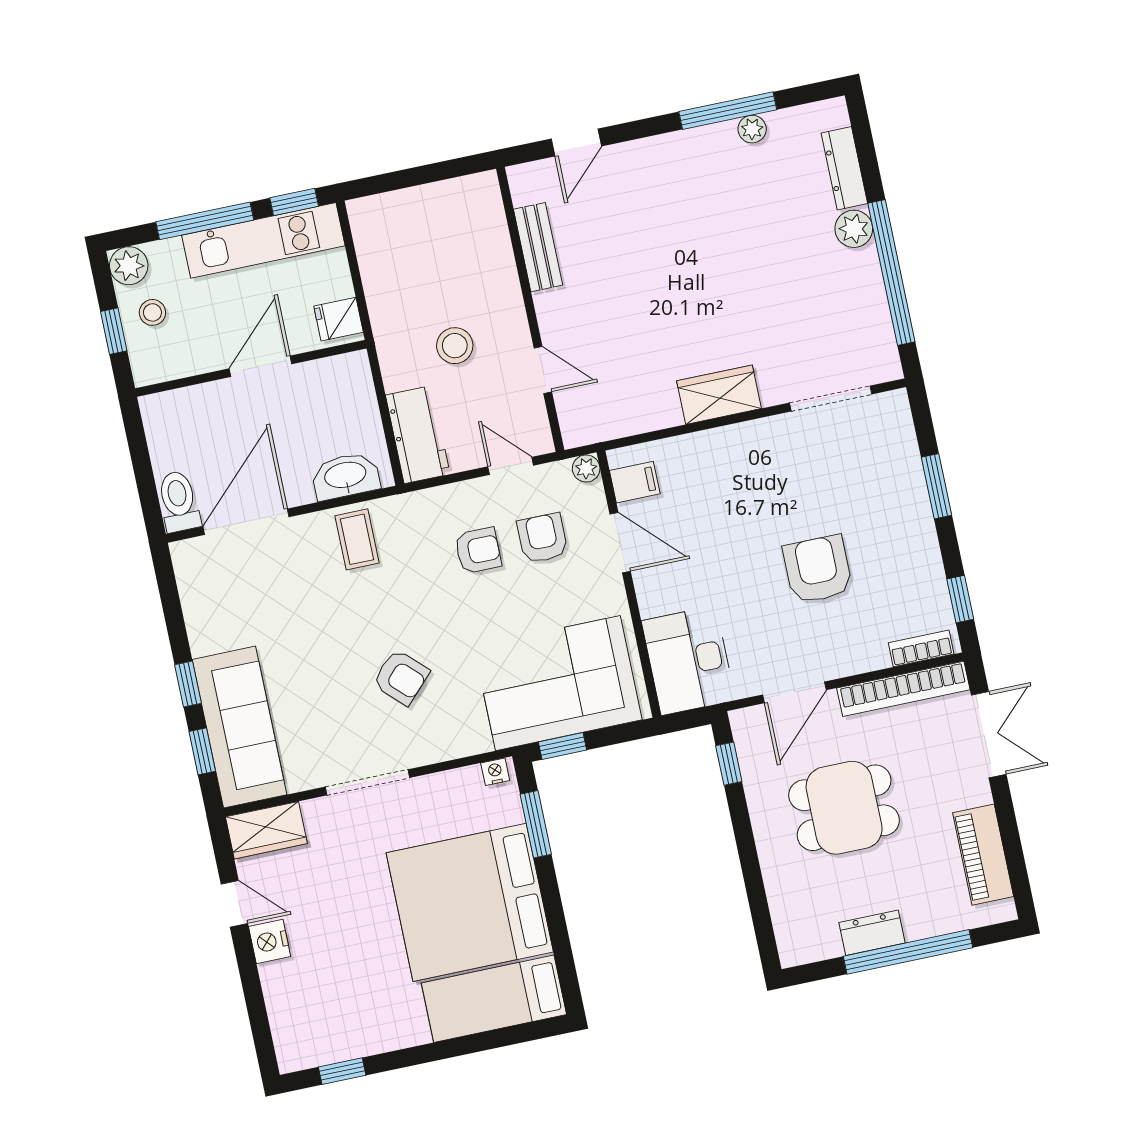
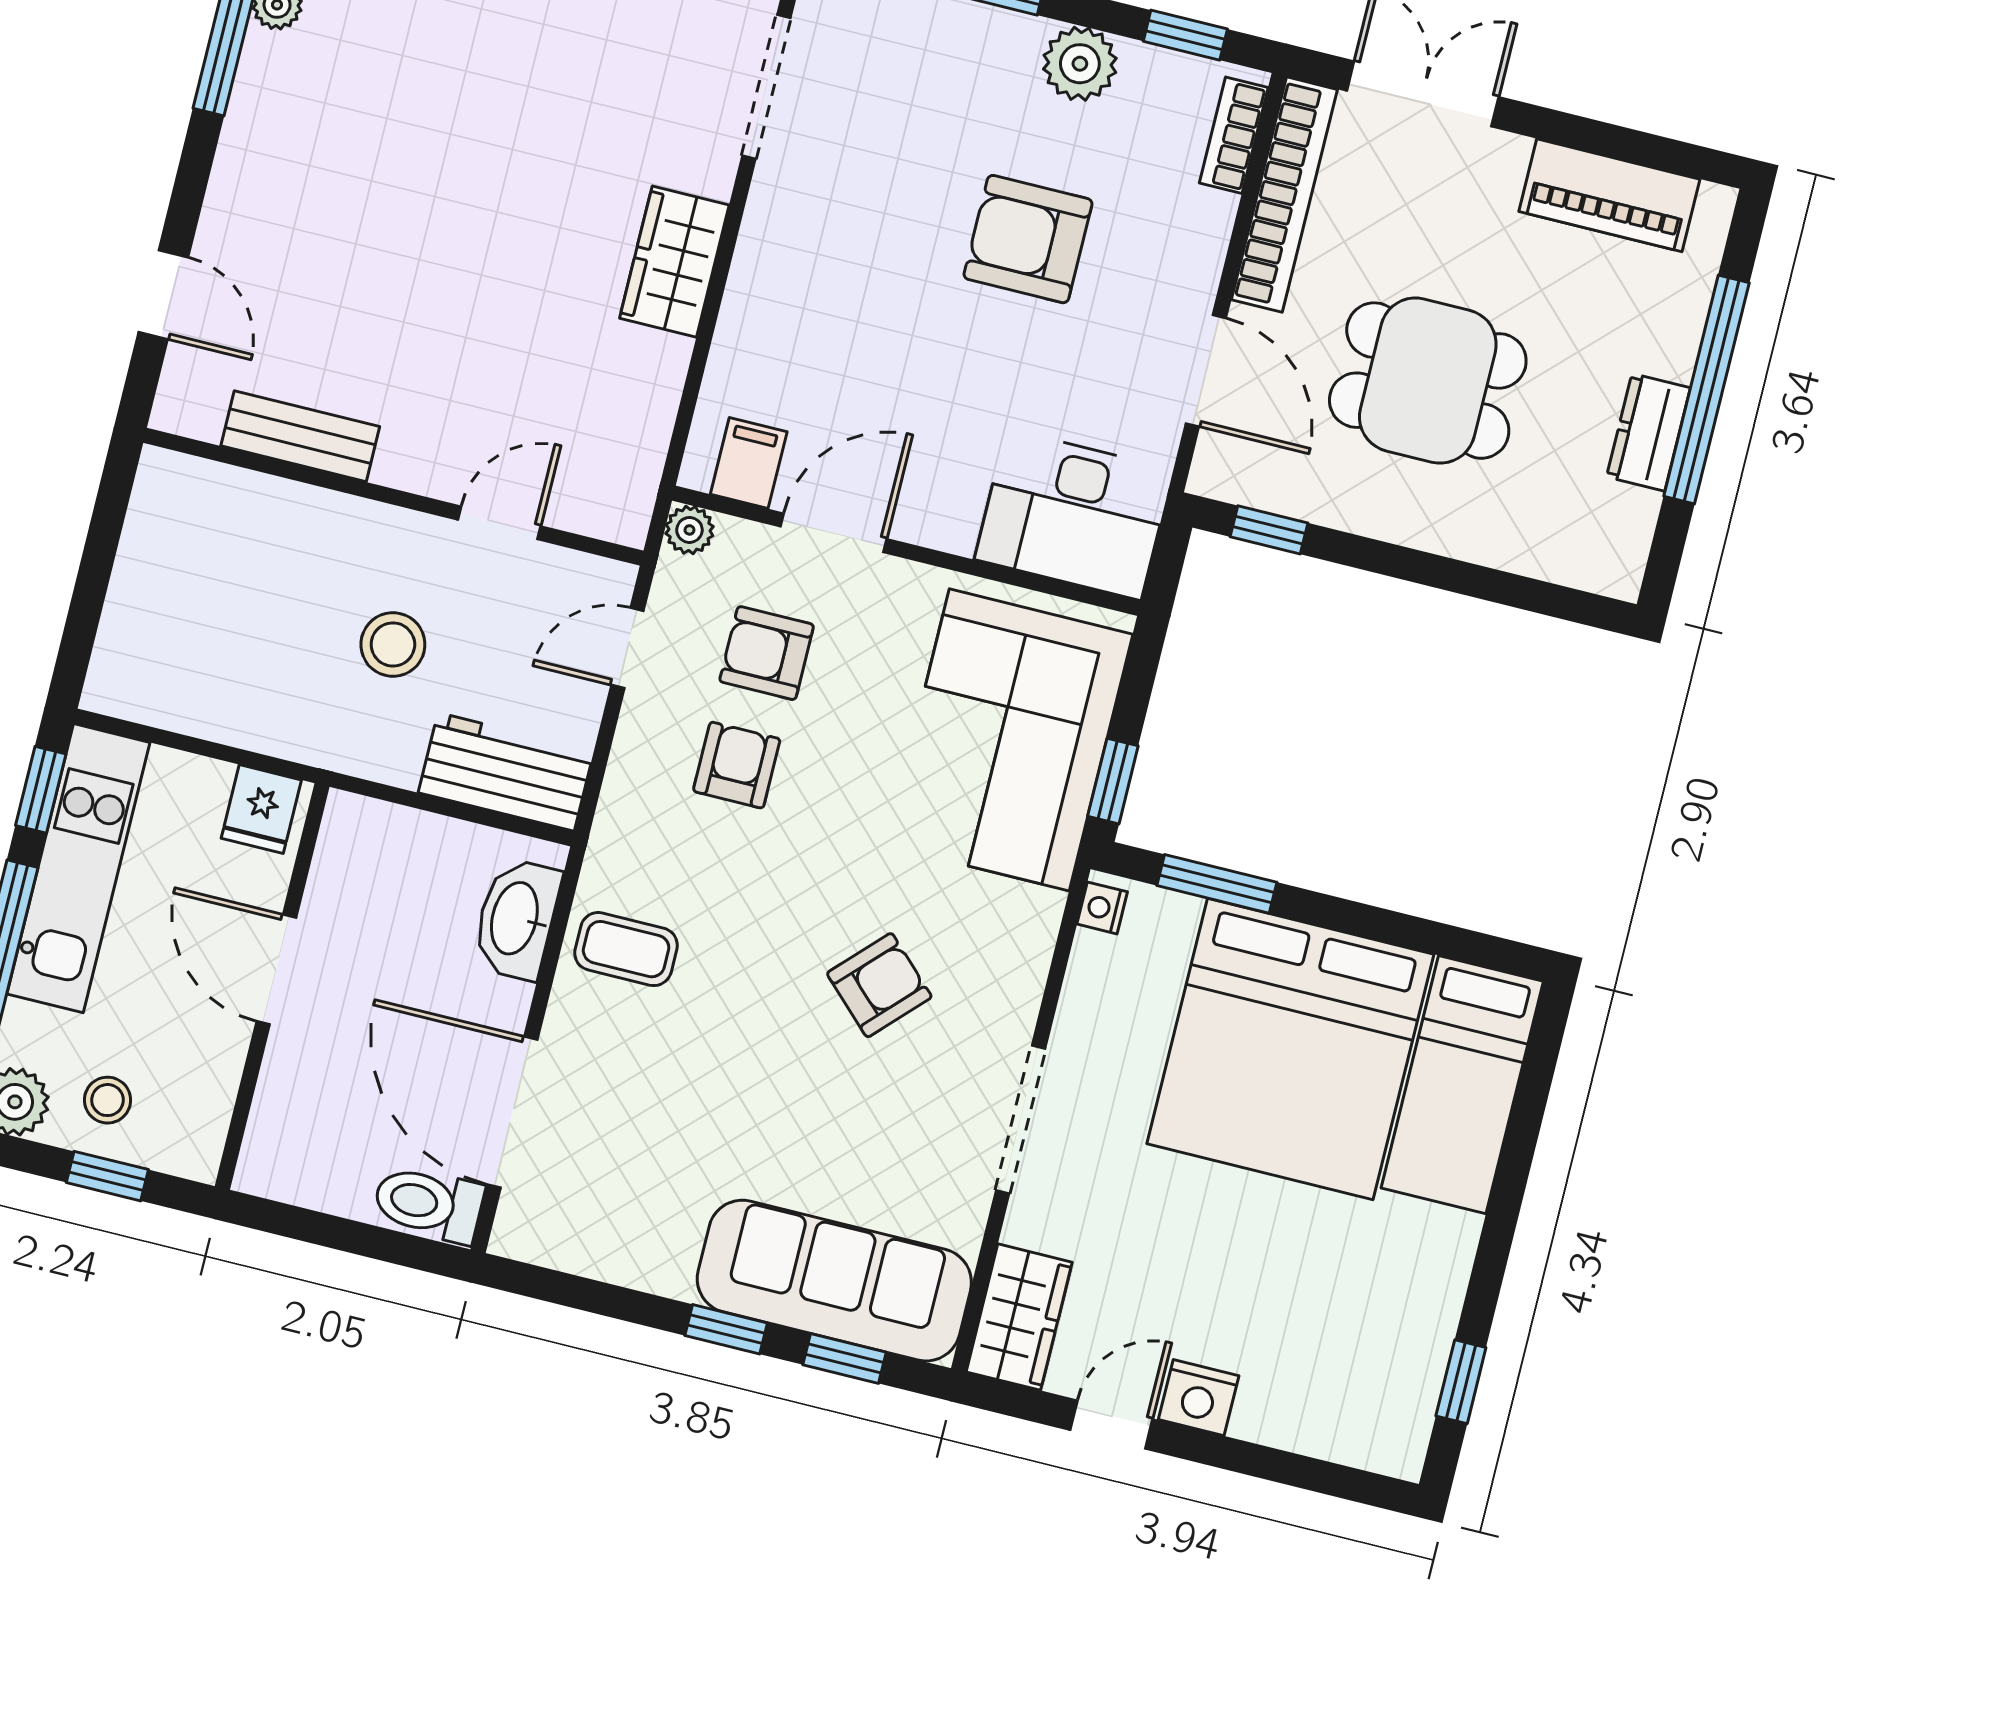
plant: (920, 553) -> (1080, 64), added
dining table: (844, 808) -> (1428, 381), turned 90

